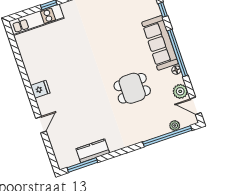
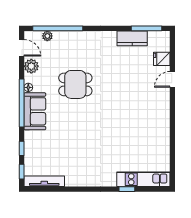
sofa: (160, 43) -> (35, 111), width x0.73
fridge: (40, 89) -> (162, 59), moved

